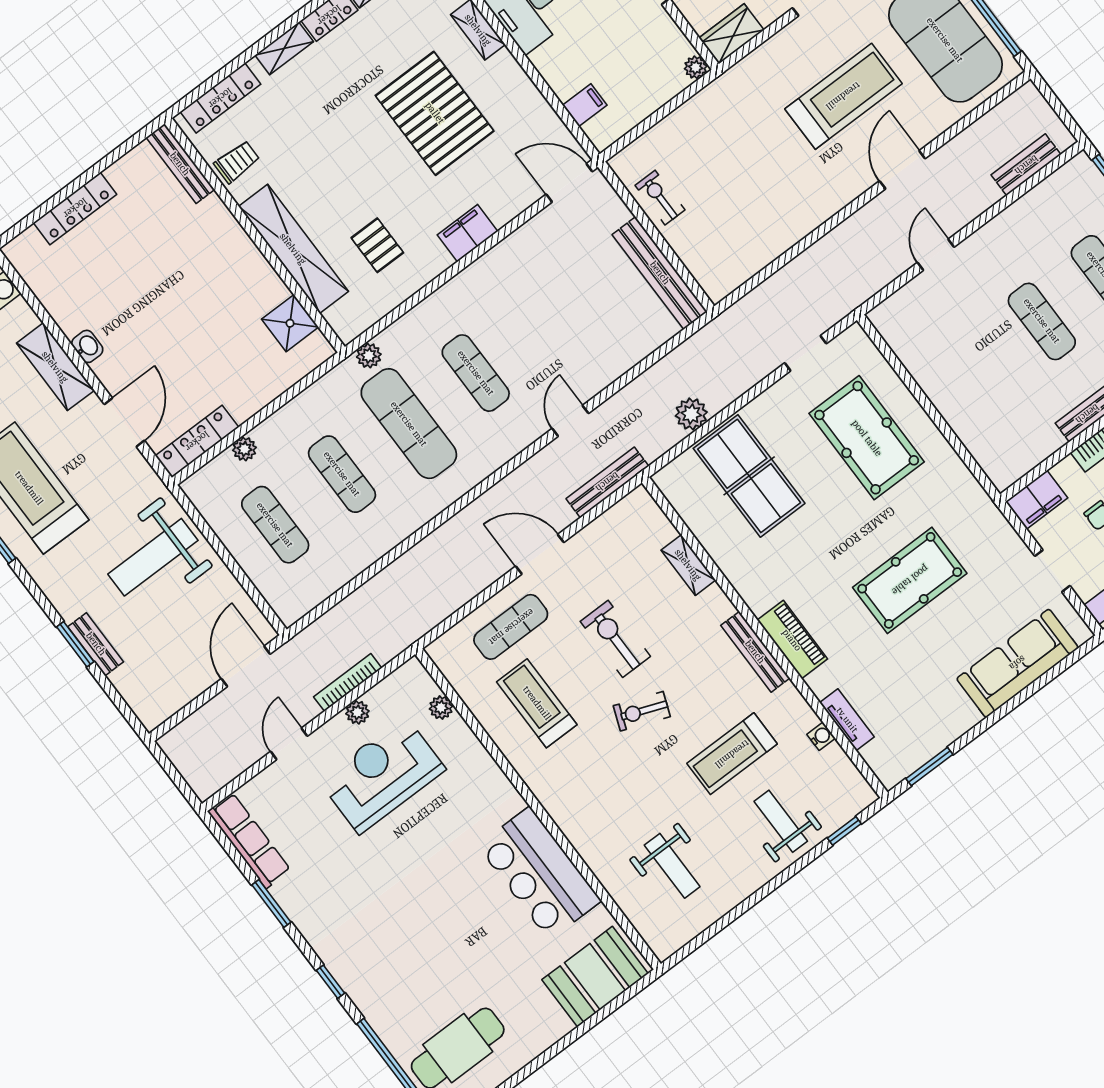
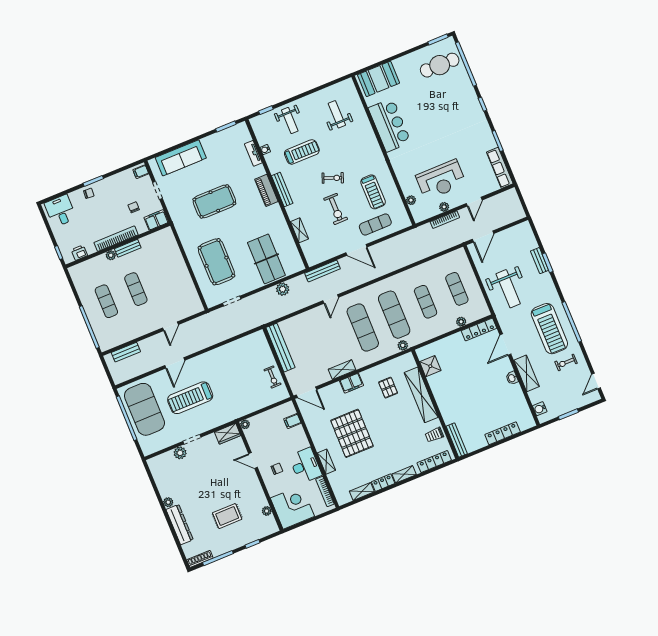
shelving: (499, 259) -> (342, 370), added
exercise mat: (476, 373) -> (363, 327), width x1.36, depth x1.45
weight bench: (153, 557) -> (508, 289), turned 90

